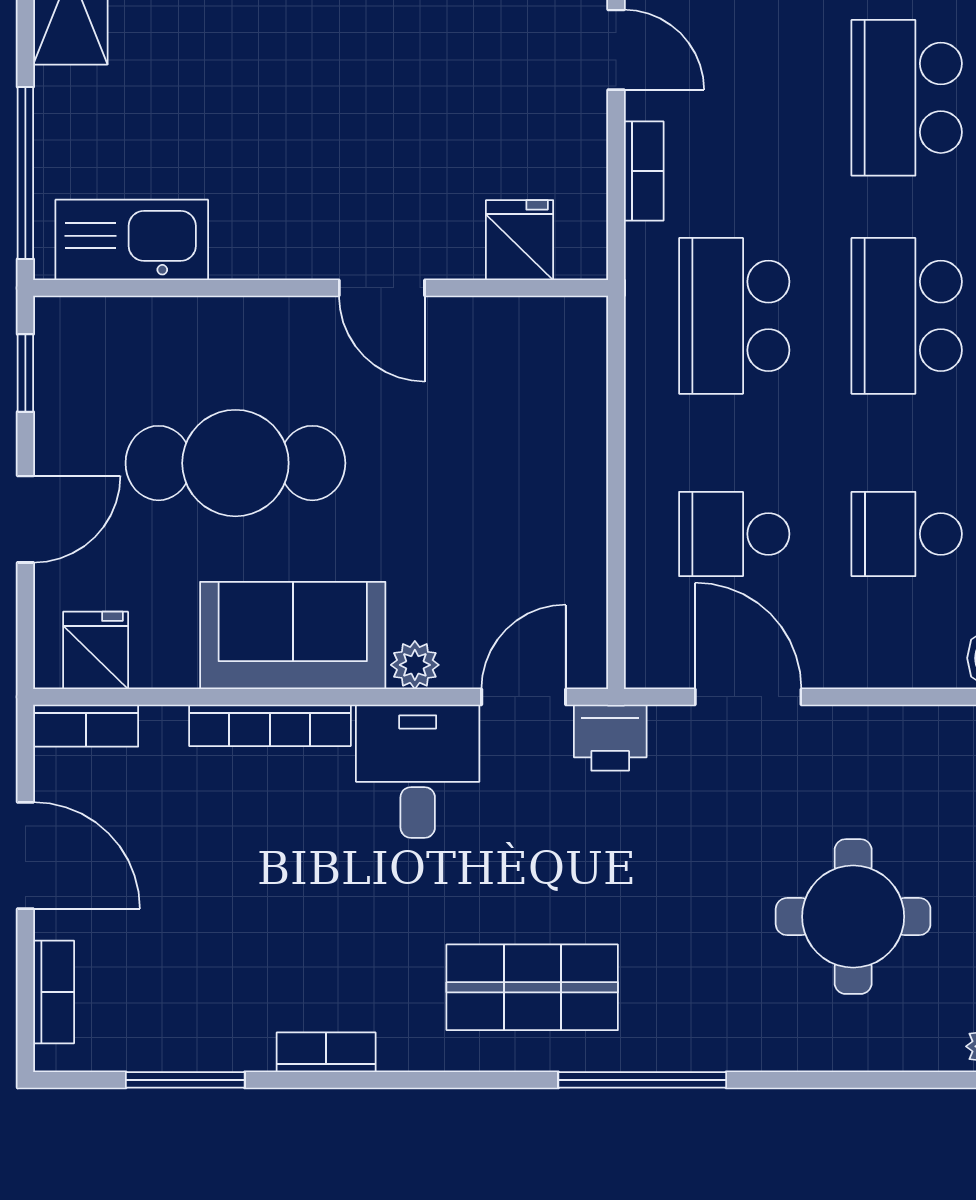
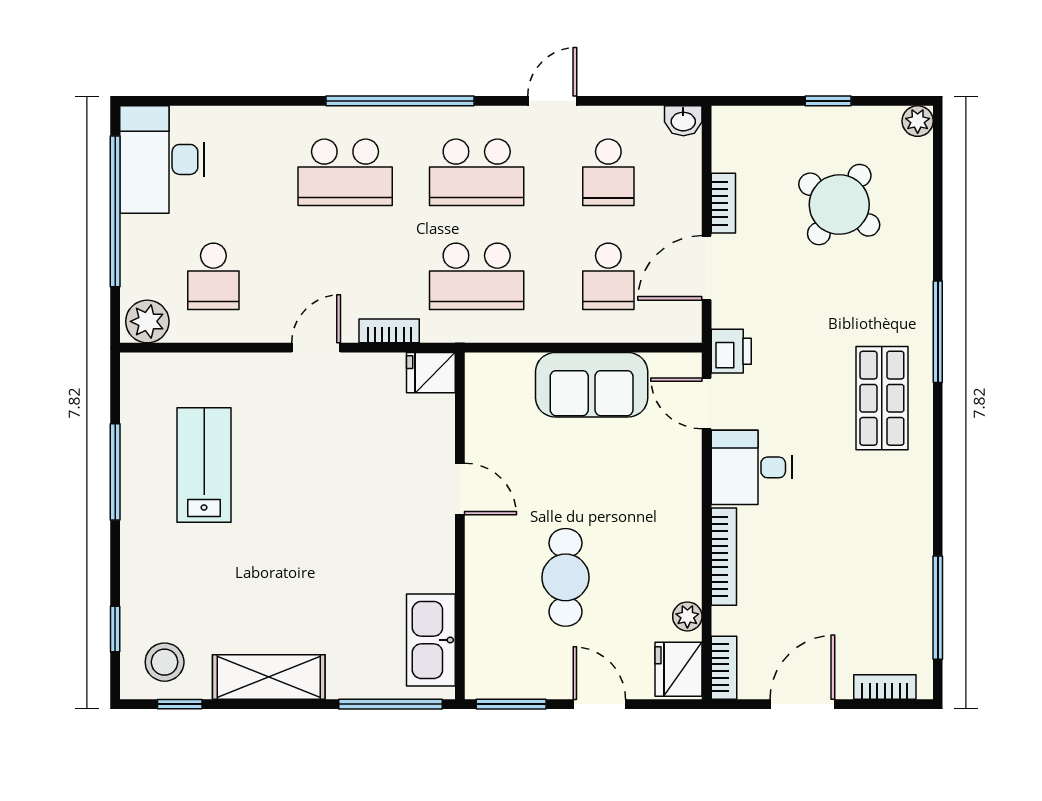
fridge: (520, 240) -> (431, 373), moved
door: (382, 288) -> (460, 489), hinge flipped
window: (25, 373) -> (511, 704), width x1.50
cafe table: (235, 463) -> (565, 577), width x0.73, depth x0.74
sofa: (293, 635) -> (592, 385), moved, turned -90
fridge: (96, 650) -> (679, 669), width x1.38
plant: (415, 665) -> (687, 616), moved
round table: (853, 917) -> (839, 205), turned 35
bookcase: (326, 1052) -> (723, 203), moved, turned 180
window: (185, 1080) -> (938, 608), width x1.44

